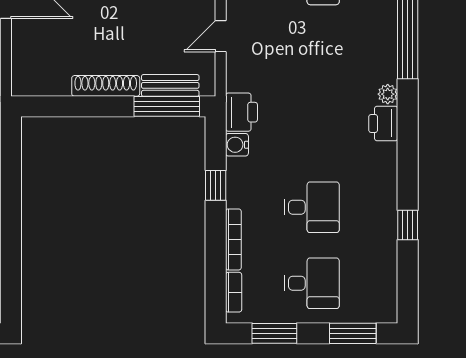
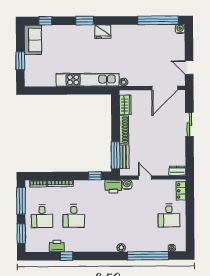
wardrobe: (46, 83) -> (125, 105), added
printer: (383, 123) -> (57, 246), moved
water cooler: (237, 145) -> (127, 185), moved
window: (216, 185) -> (95, 176), moved
window: (274, 333) -> (21, 201), width x1.44

